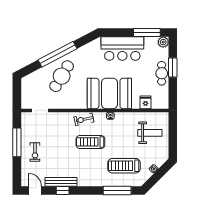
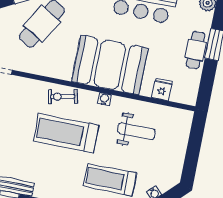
weight bench: (150, 133) -> (136, 131), moved
treadmill: (90, 142) -> (66, 133), width x1.37, depth x1.38

